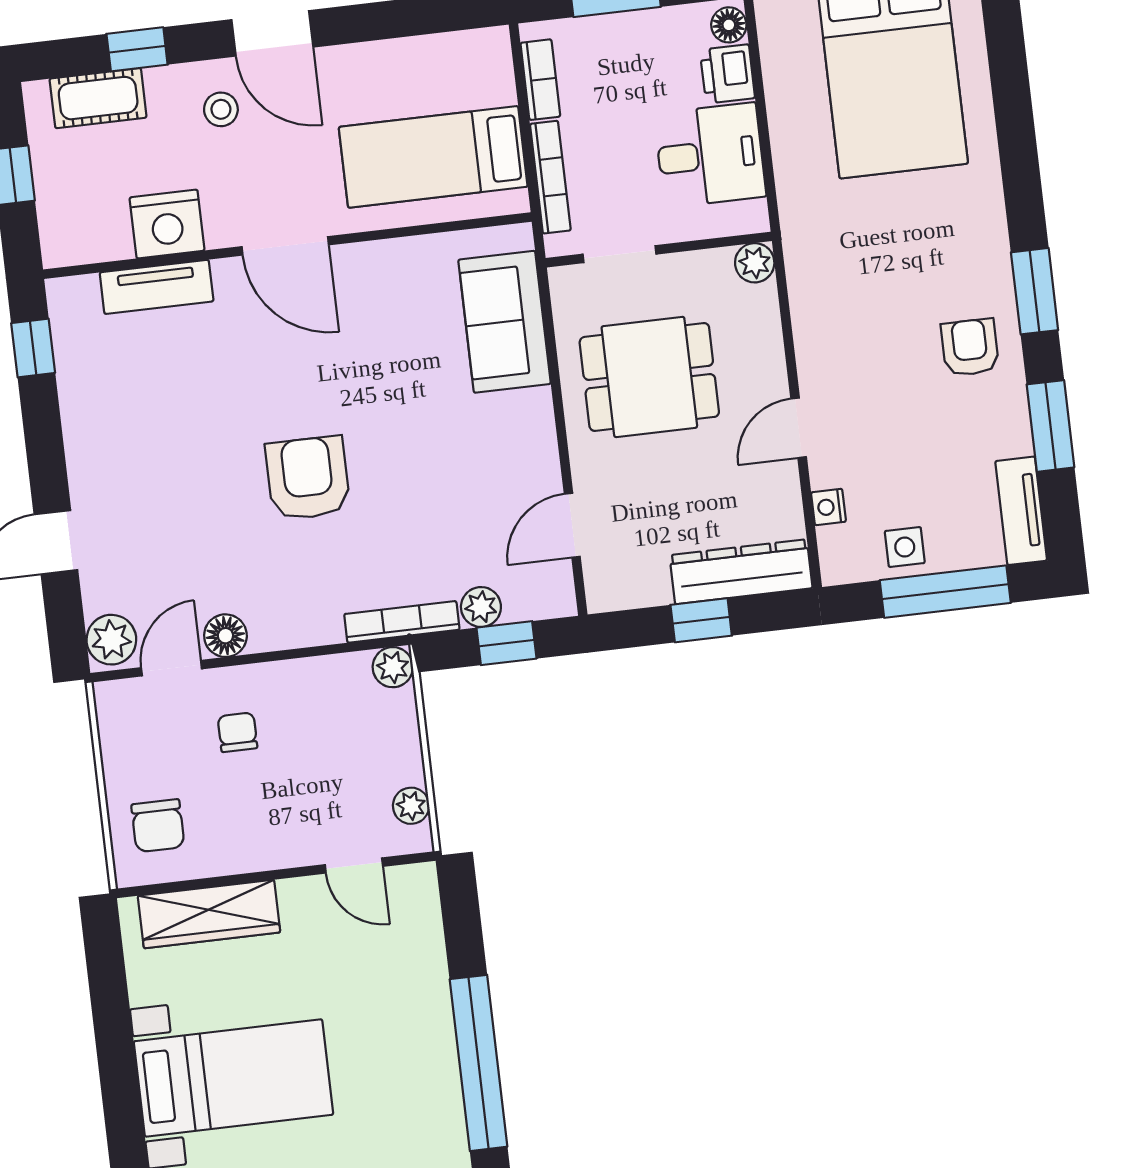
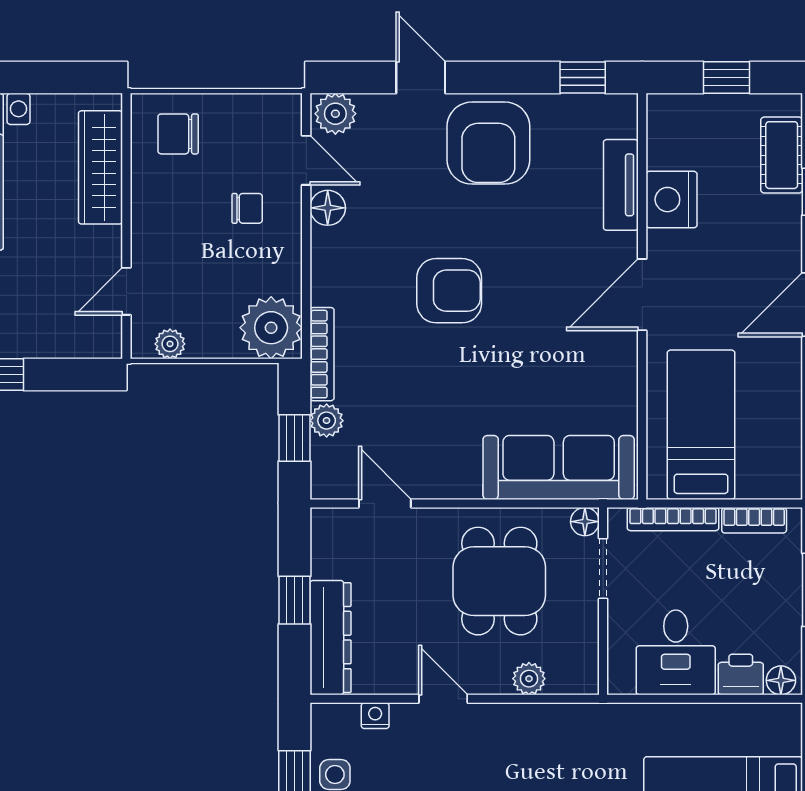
stool: (221, 109) -> (761, 255), removed
plant: (755, 263) -> (529, 679), moved
floor lamp: (566, 283) -> (585, 522), added
sofa: (505, 322) -> (559, 467), width x1.36
armchair: (125, 452) -> (488, 143), added
plant: (393, 667) -> (271, 328), width x1.87, depth x1.87

